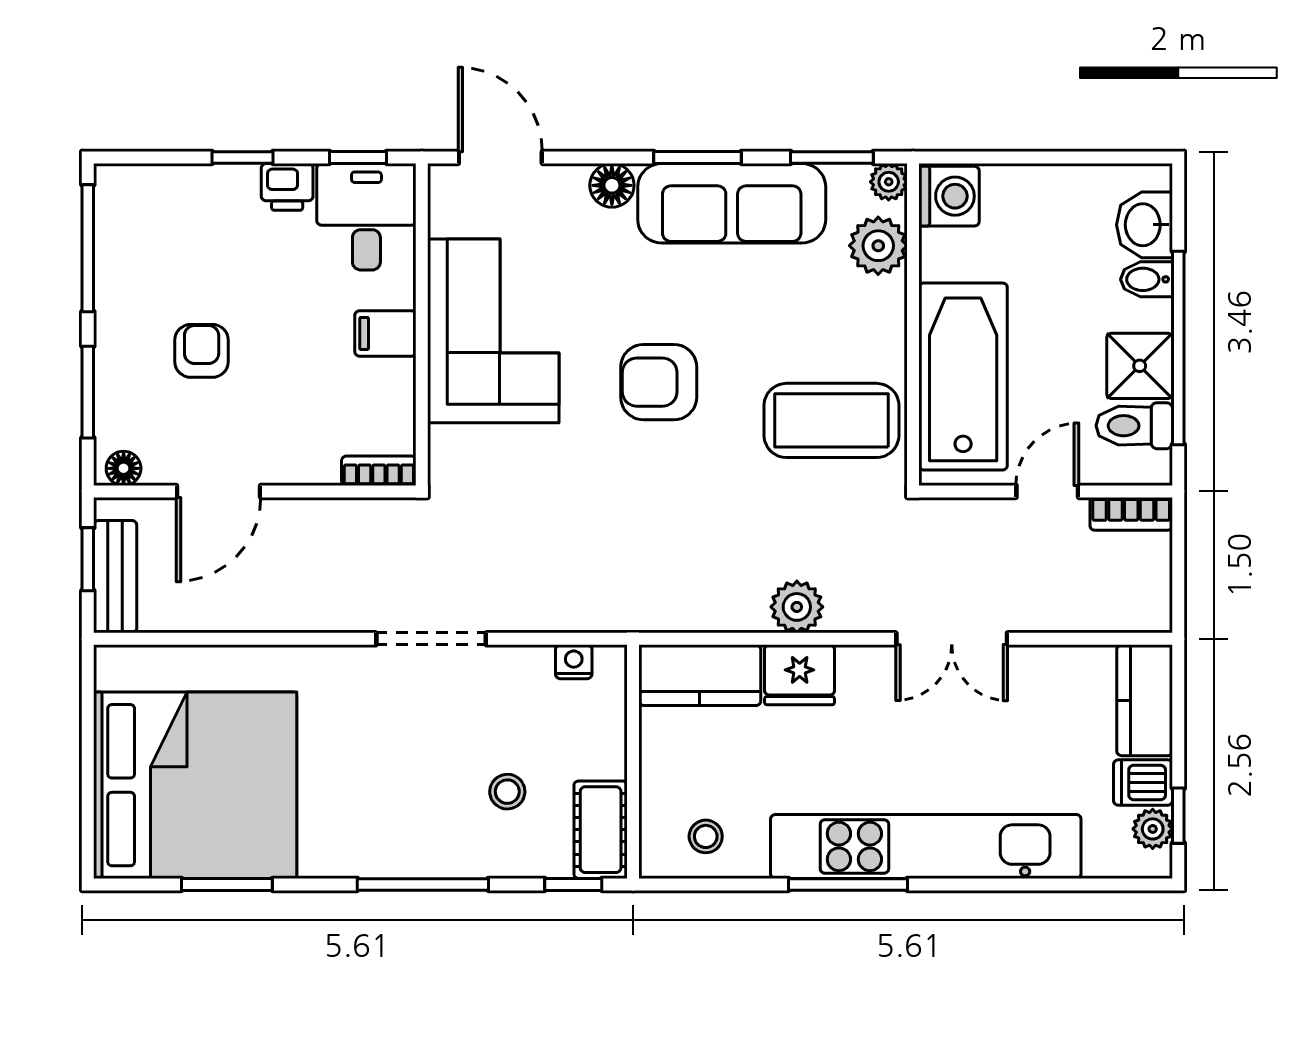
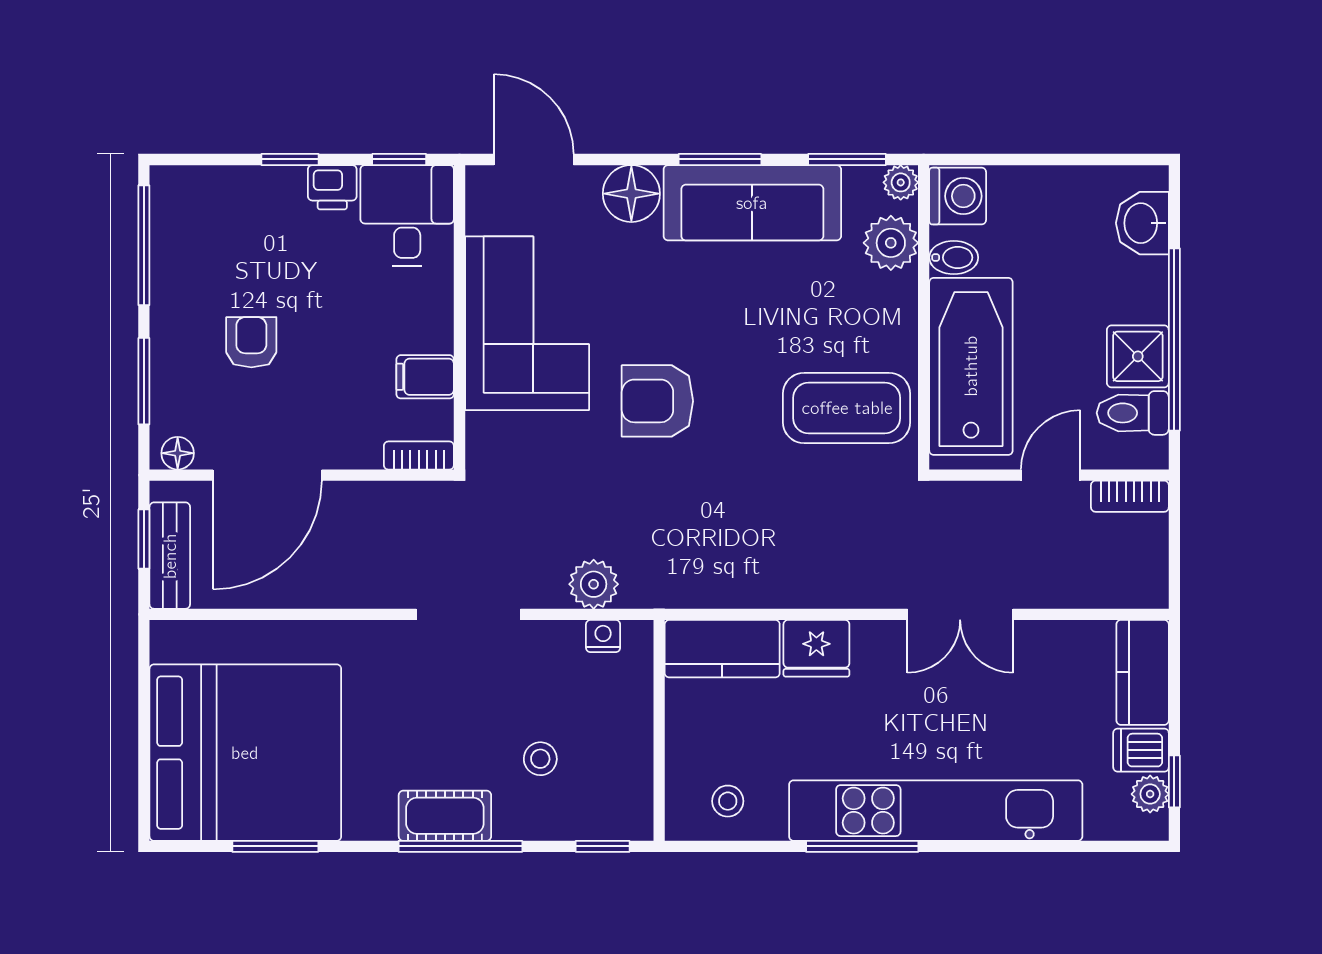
floor lamp: (612, 185) -> (631, 194), width x1.38, depth x1.38
bidet: (1146, 279) -> (954, 258), moved, turned 180
filing cabinet: (385, 333) -> (425, 377), moved
armchair: (659, 382) -> (657, 401), moved
door: (218, 491) -> (267, 475), width x1.36
plant: (797, 607) -> (594, 584), moved
cot: (601, 830) -> (445, 816), moved, turned 90

